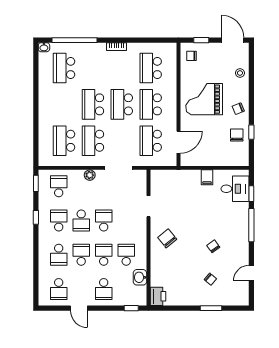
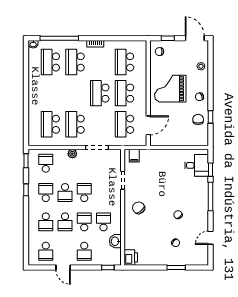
school desk: (93, 104) -> (75, 62), moved
filing cabinet: (207, 177) -> (134, 156), moved
school desk: (81, 255) -> (65, 222), turned 180

